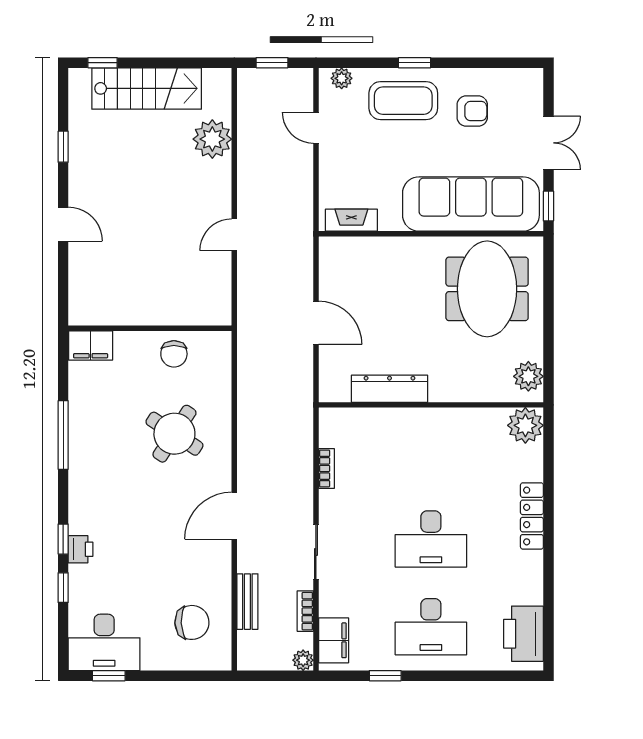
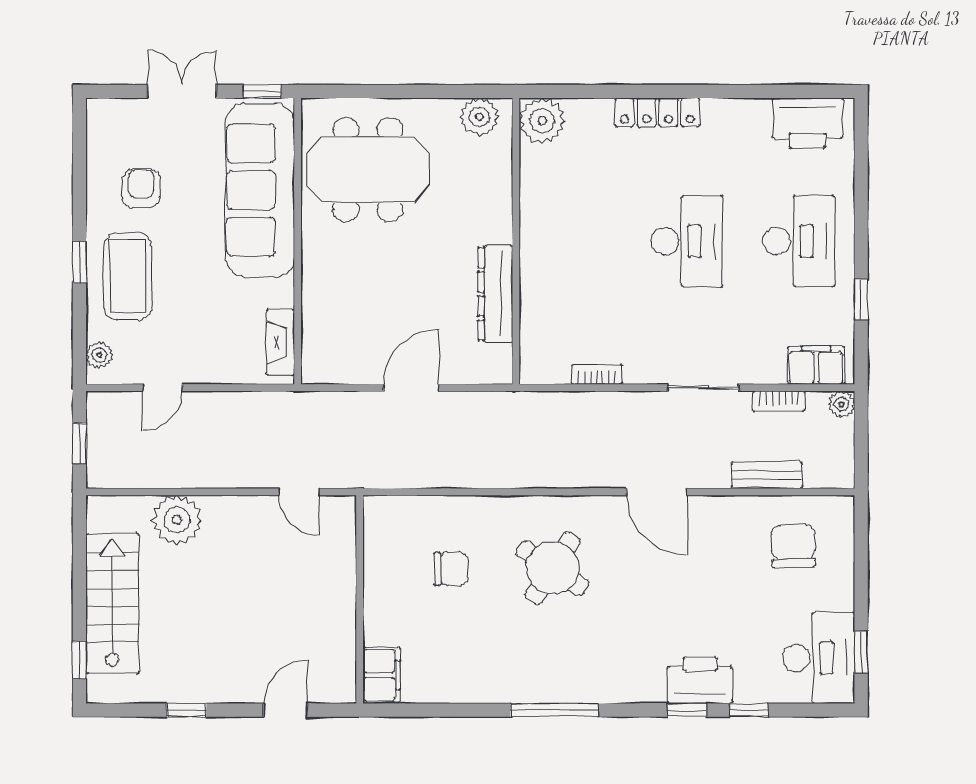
wall: (150, 328) -> (360, 599), moved
filing cabinet: (91, 345) -> (381, 675), moved
printer: (81, 549) -> (700, 680), width x1.87, depth x1.48

